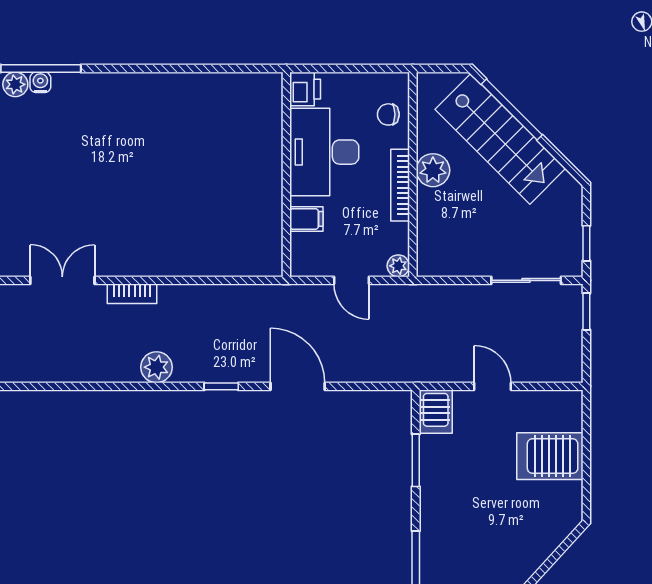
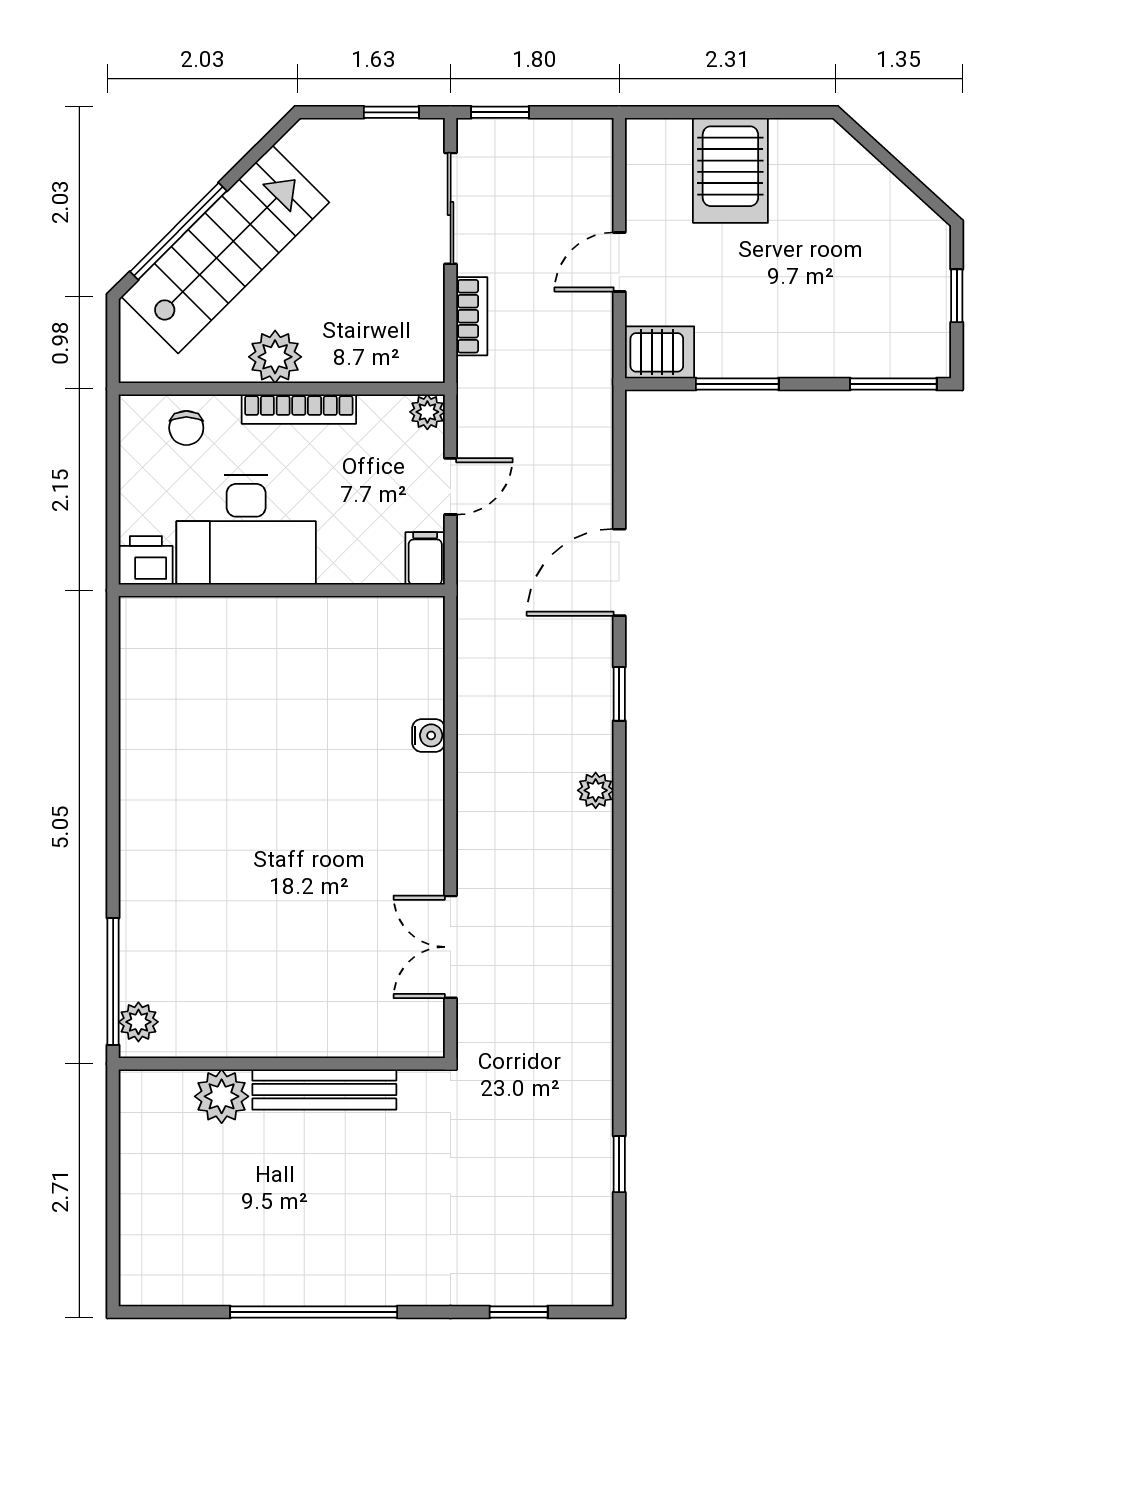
water cooler: (40, 82) -> (429, 735), moved, turned 180
filing cabinet: (306, 219) -> (425, 558), moved
bookcase: (132, 294) -> (472, 316), moved
plant: (156, 367) -> (596, 790), width x0.73, depth x0.73

